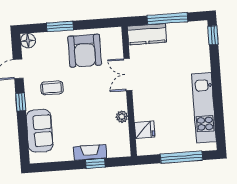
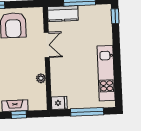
double door: (128, 74) -> (47, 45), swing flipped
fridge: (145, 130) -> (59, 103), moved

